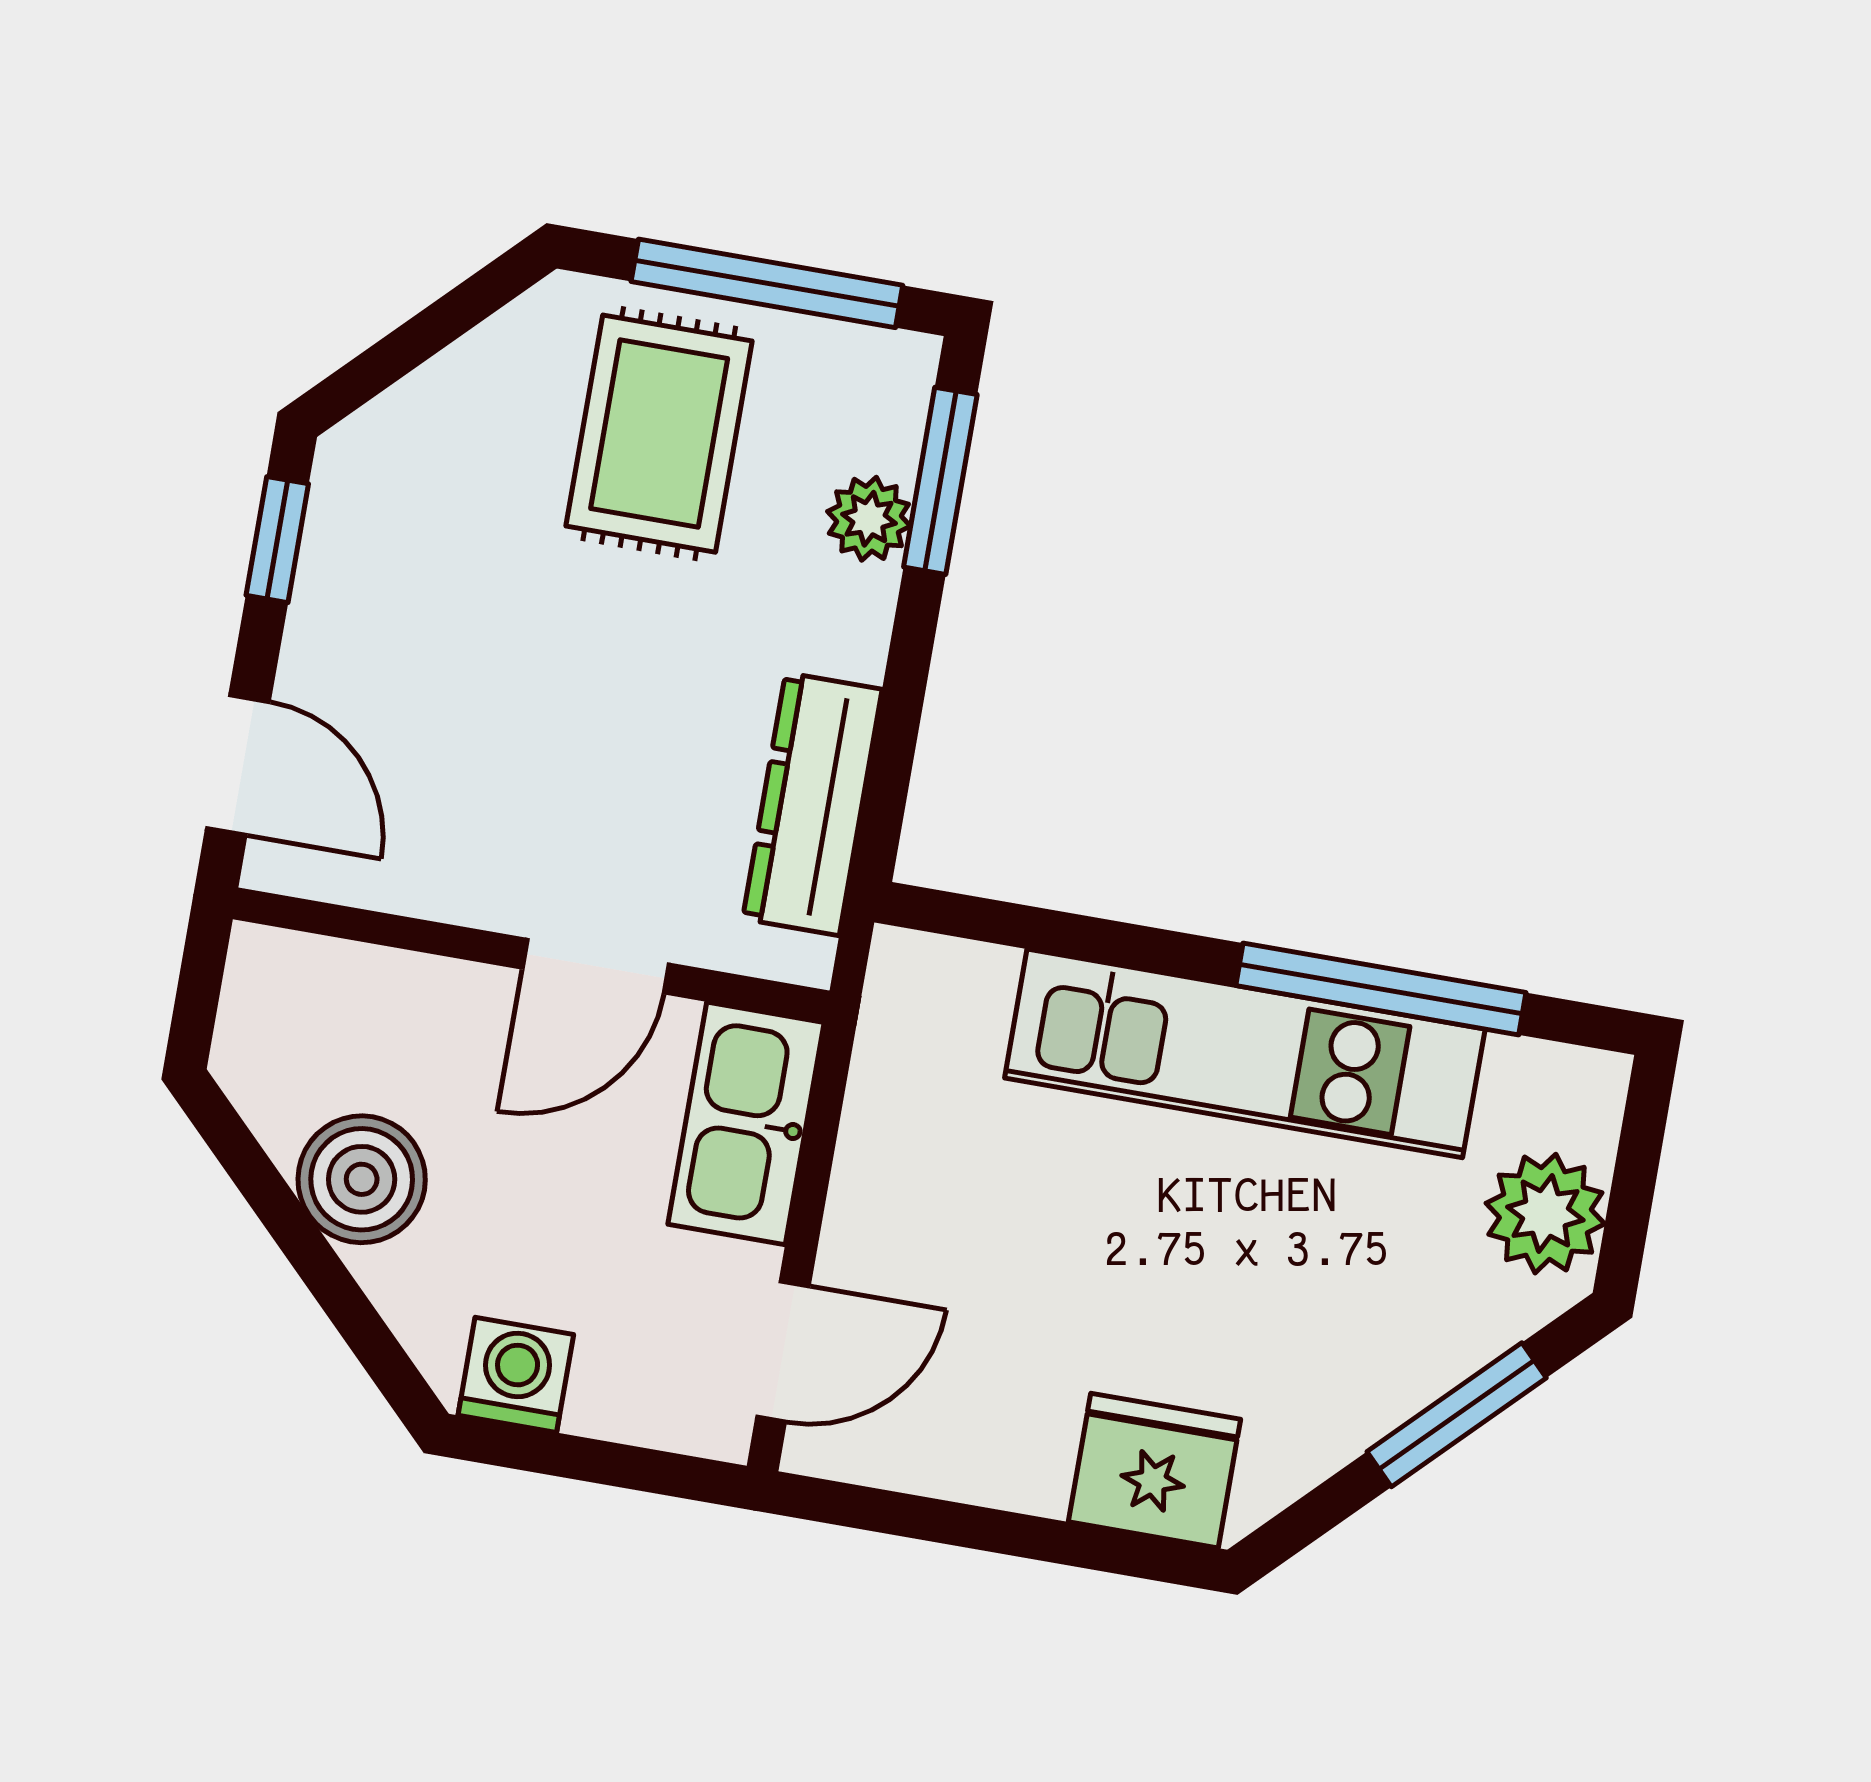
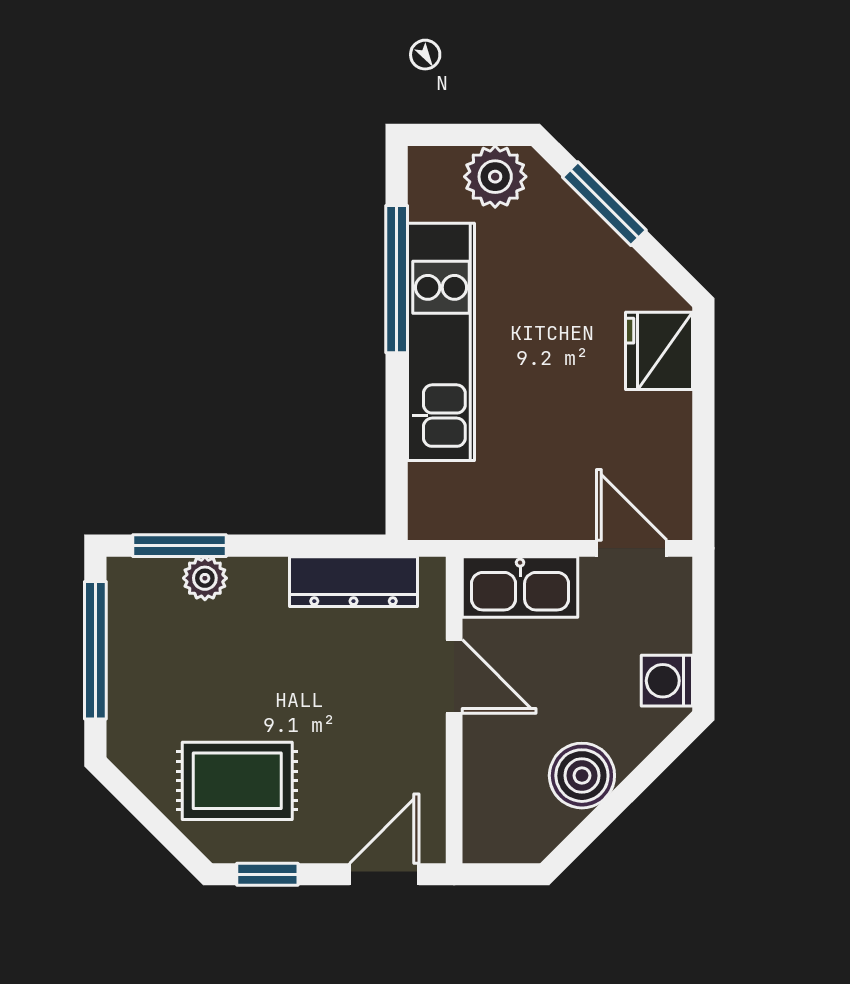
rug: (659, 434) -> (237, 781), moved

